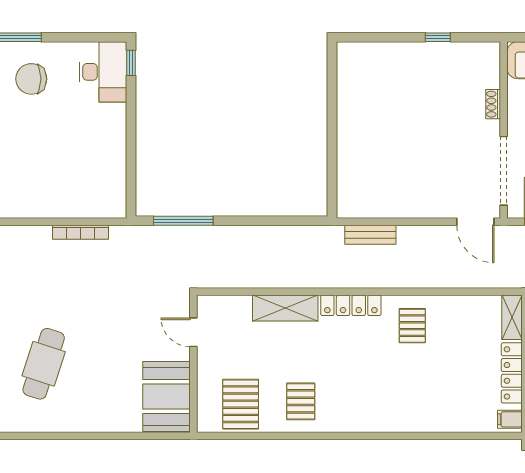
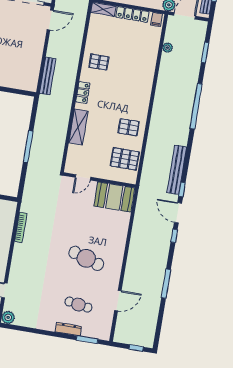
window: (183, 221) -> (28, 147), moved
bench: (370, 235) -> (48, 76), width x1.36
locker: (351, 305) -> (83, 92), width x0.66
plant: (461, 448) -> (167, 48), added

